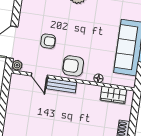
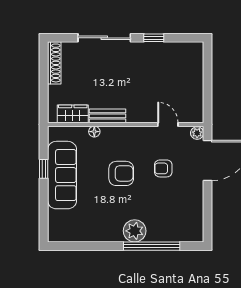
armchair: (73, 66) -> (121, 173), moved
bench: (62, 86) -> (108, 116), moved

